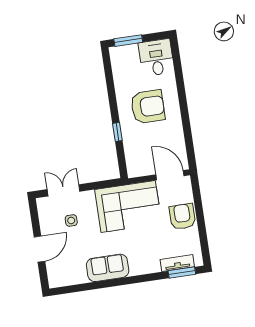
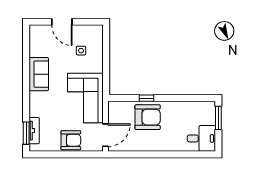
armchair: (148, 107) -> (148, 117), moved, turned -90
double door: (63, 190) -> (106, 48), removed

